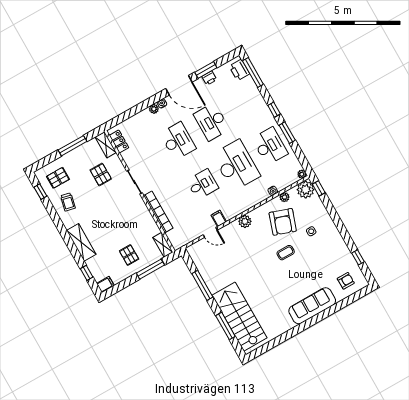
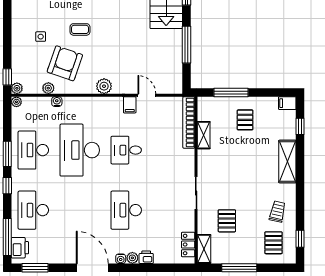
window: (206, 70) -> (35, 268), moved
printer: (209, 78) -> (146, 257), moved
desk: (212, 122) -> (33, 210), moved, turned 180
pallet: (58, 178) -> (274, 243), turned 90
plant: (306, 190) -> (17, 88), width x0.53, depth x0.53
bookcase: (158, 212) -> (189, 122), moved
shelving: (163, 245) -> (204, 135), moved

